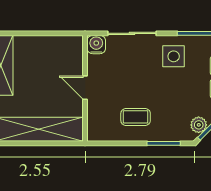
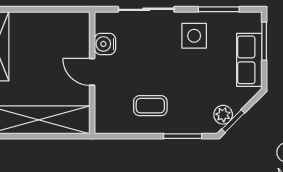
water cooler: (96, 45) -> (105, 44), moved, turned -90

